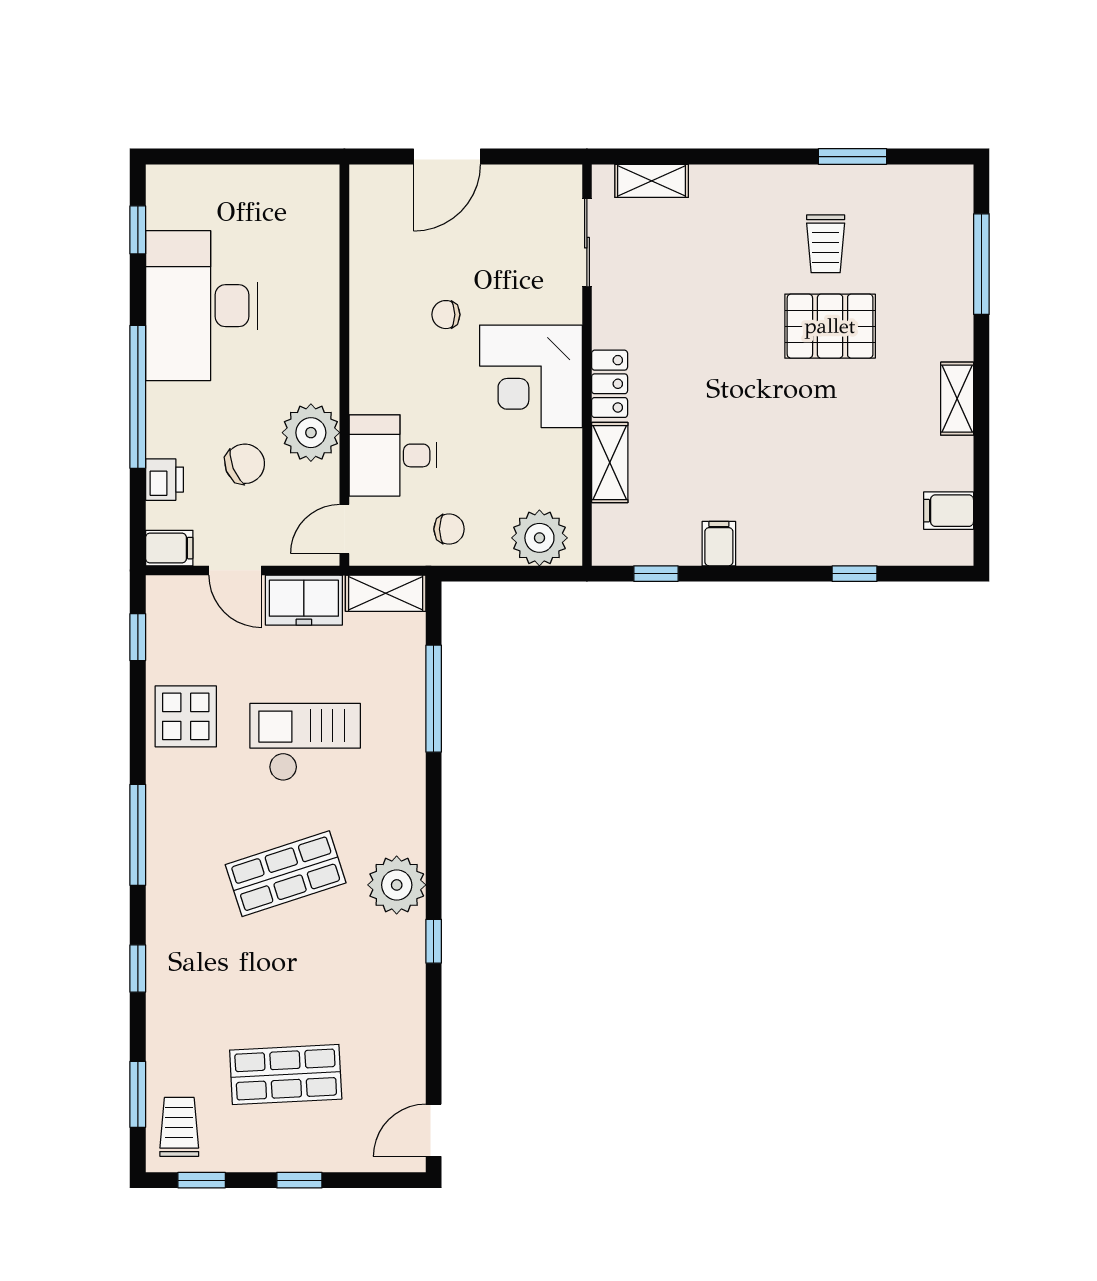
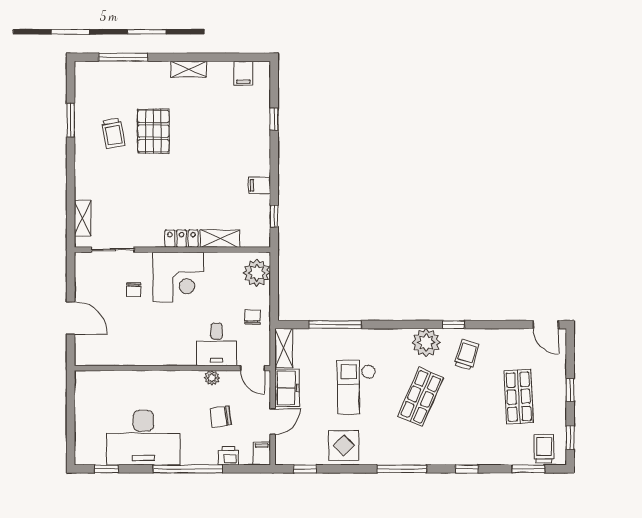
trolley: (826, 244) -> (113, 133), turned 80
chair: (446, 315) -> (133, 290), moved
plant: (311, 433) -> (212, 378), width x0.53, depth x0.53
chair: (245, 464) -> (221, 417), turned -77
shop shelf: (286, 874) -> (421, 397), turned 42
trolley: (372, 968) -> (467, 355), added
trolley: (179, 1127) -> (544, 449), turned 90

